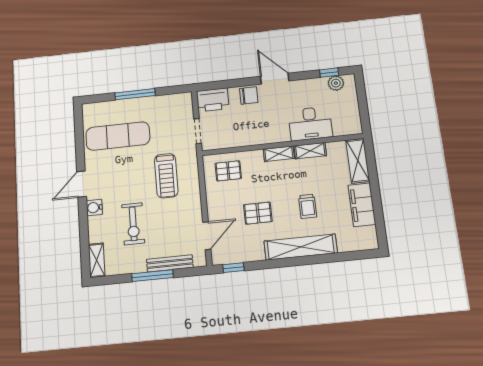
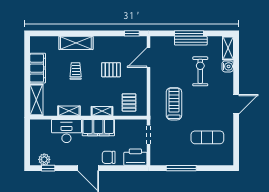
window: (135, 94) -> (181, 168), moved
filing cabinet: (267, 133) -> (98, 128), added
exercise mat: (118, 136) -> (207, 137), width x0.73, depth x0.69
shelving: (279, 154) -> (102, 111), moved
pallet: (228, 171) -> (129, 102), turned 90
water cooler: (94, 208) -> (228, 66), moved
shelving: (301, 247) -> (76, 43), width x0.68
bench: (170, 263) -> (191, 41), moved

